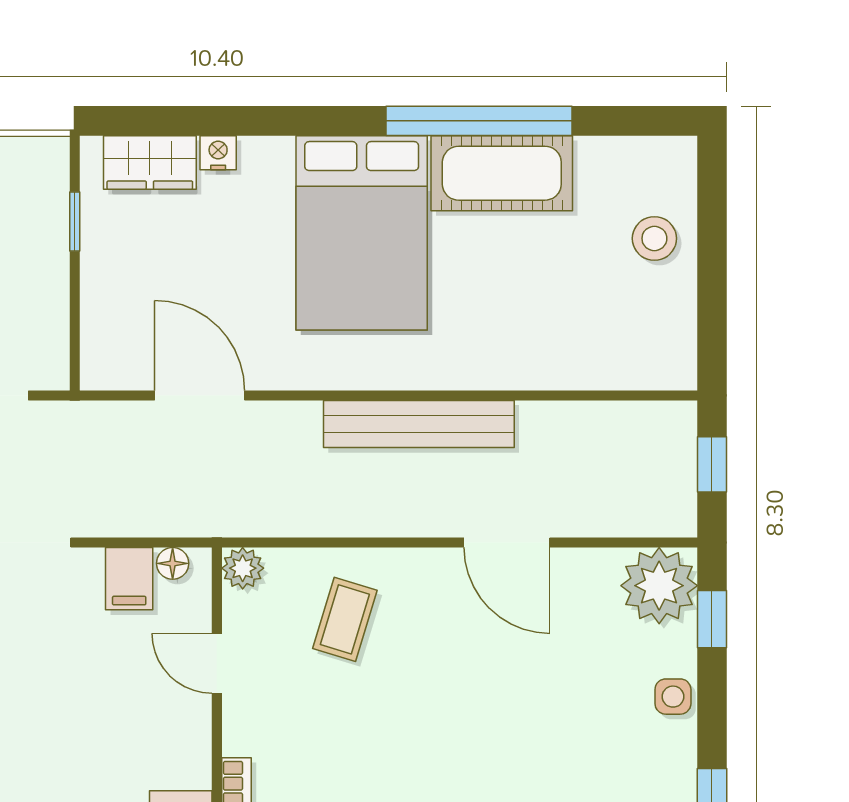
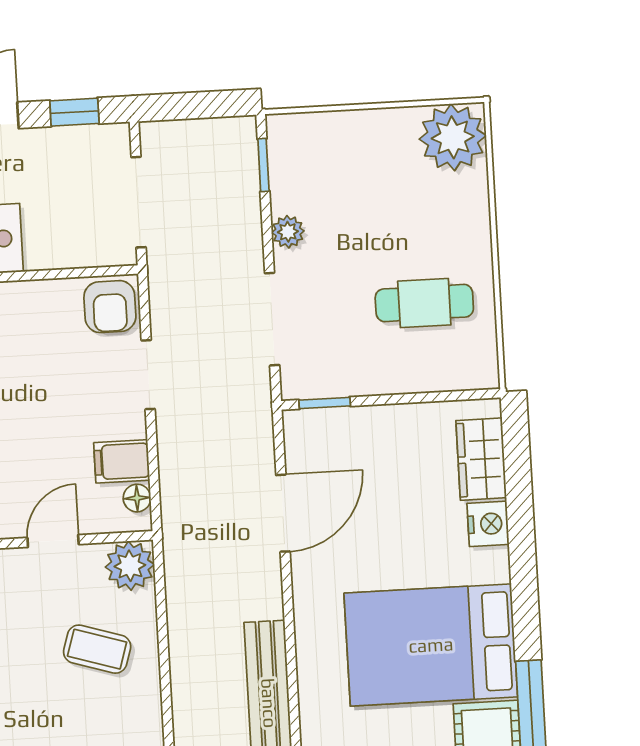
nightstand: (218, 153) -> (488, 524), width x1.39, depth x1.35
window: (75, 222) -> (325, 403), moved
plant: (243, 568) -> (130, 566), width x1.38, depth x1.38

